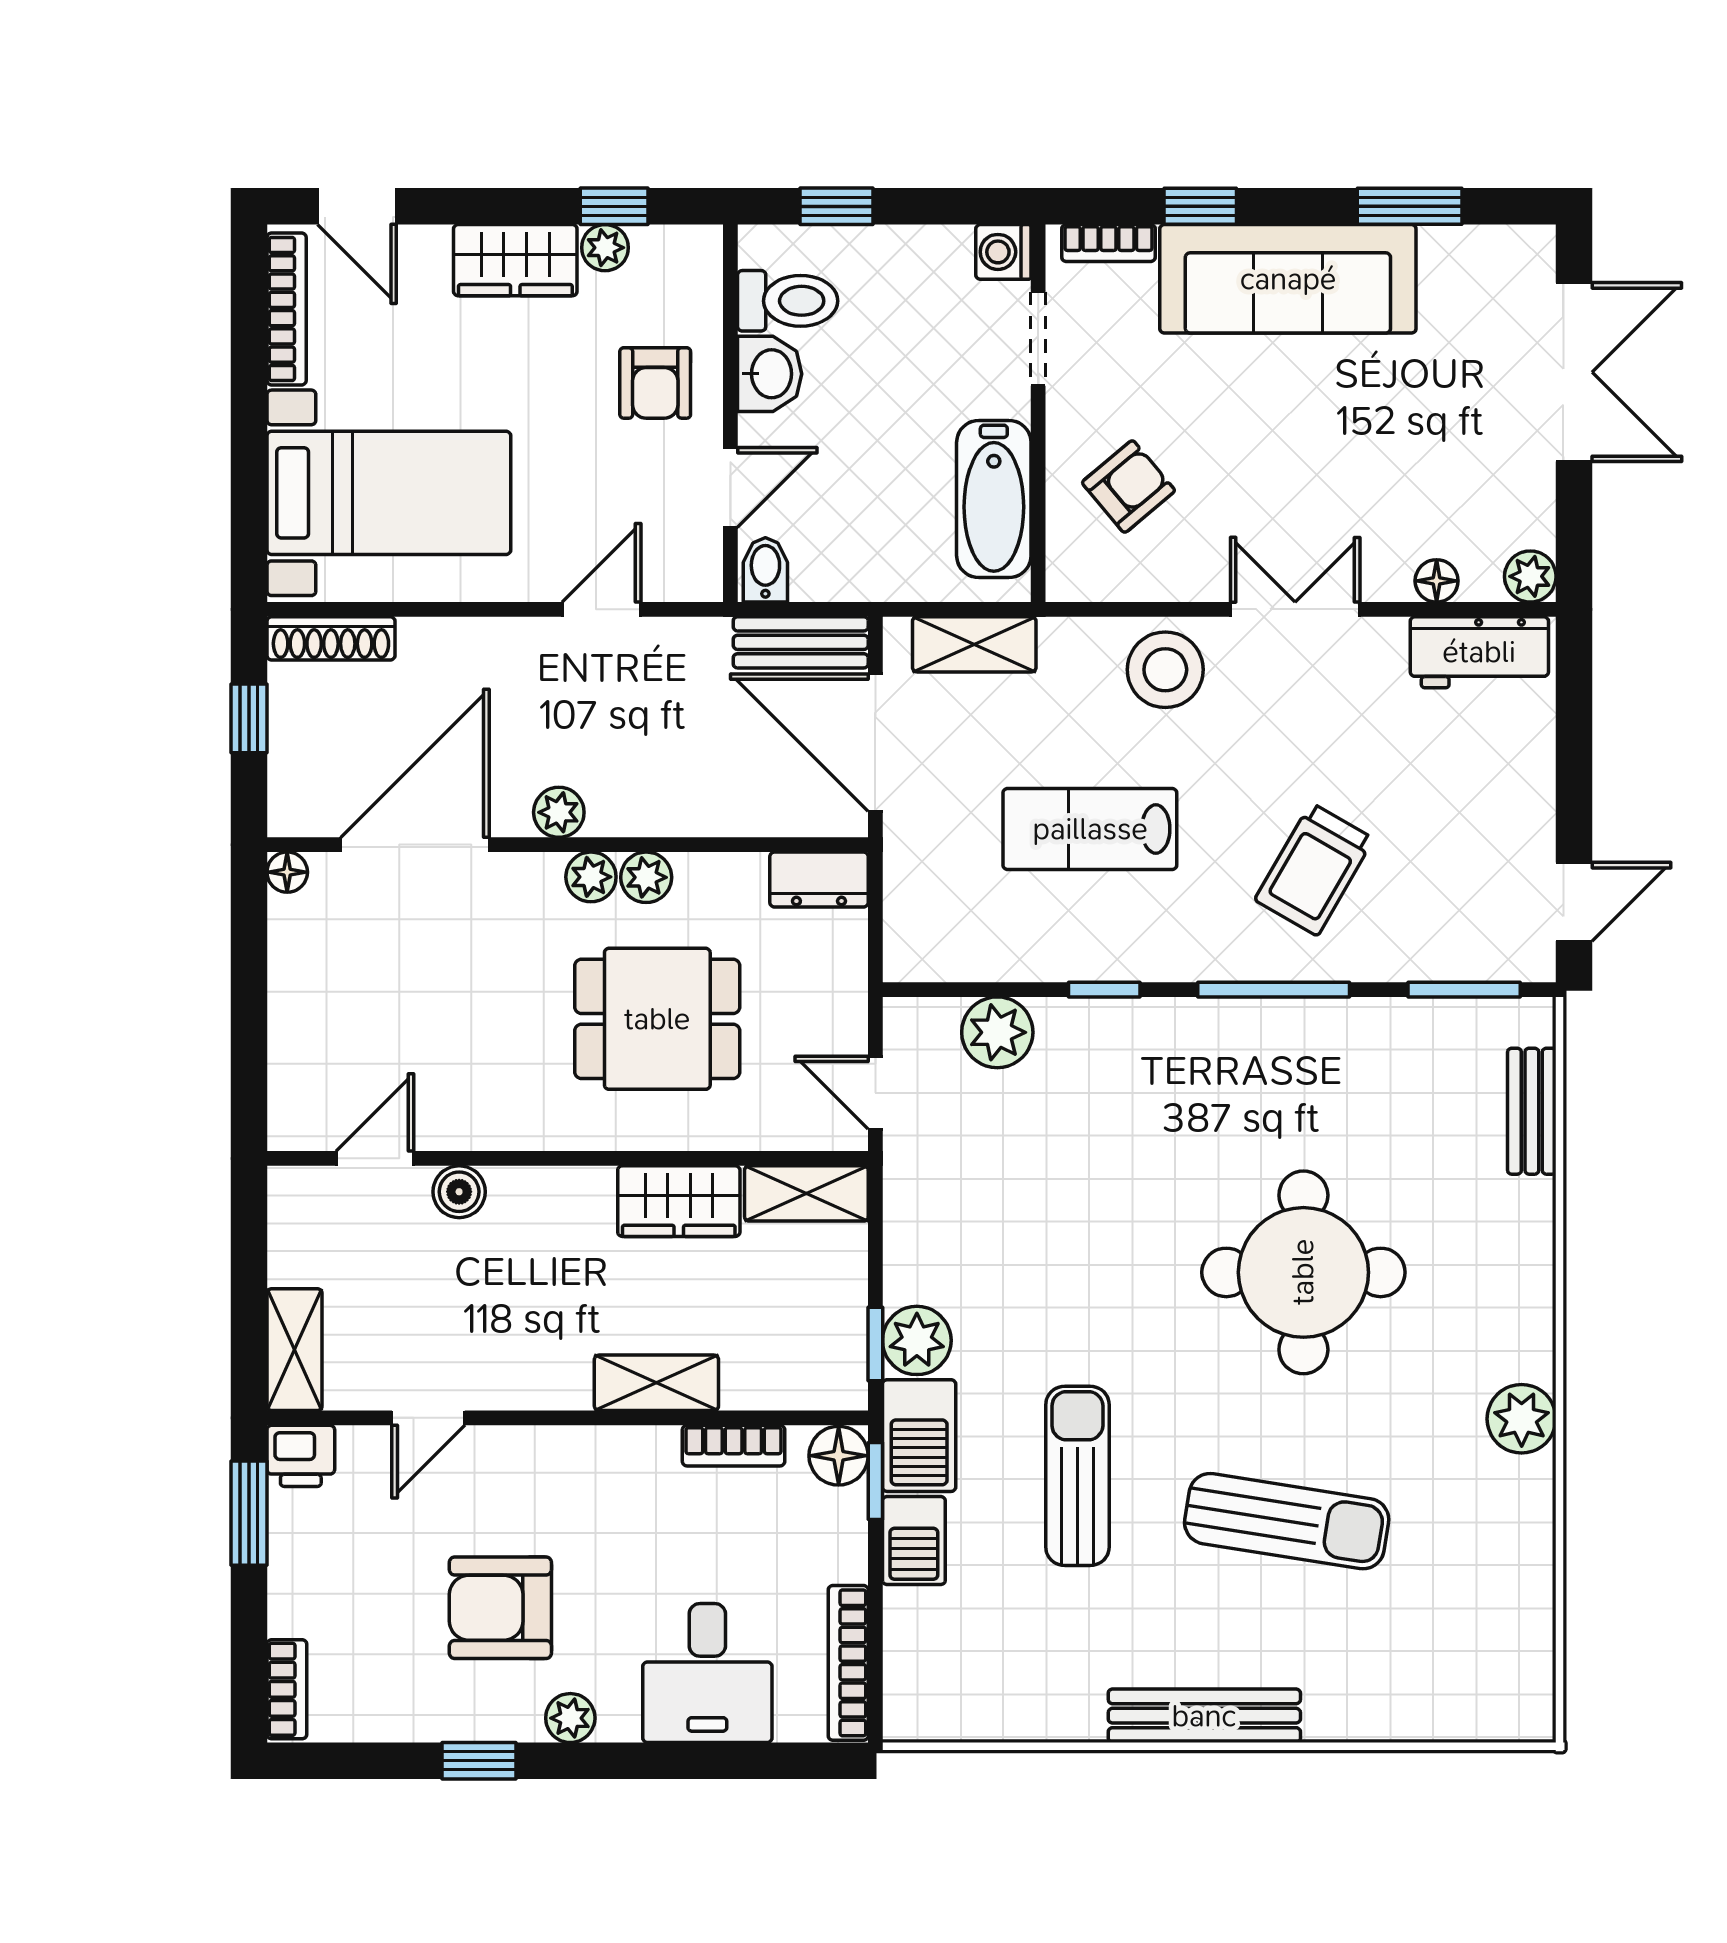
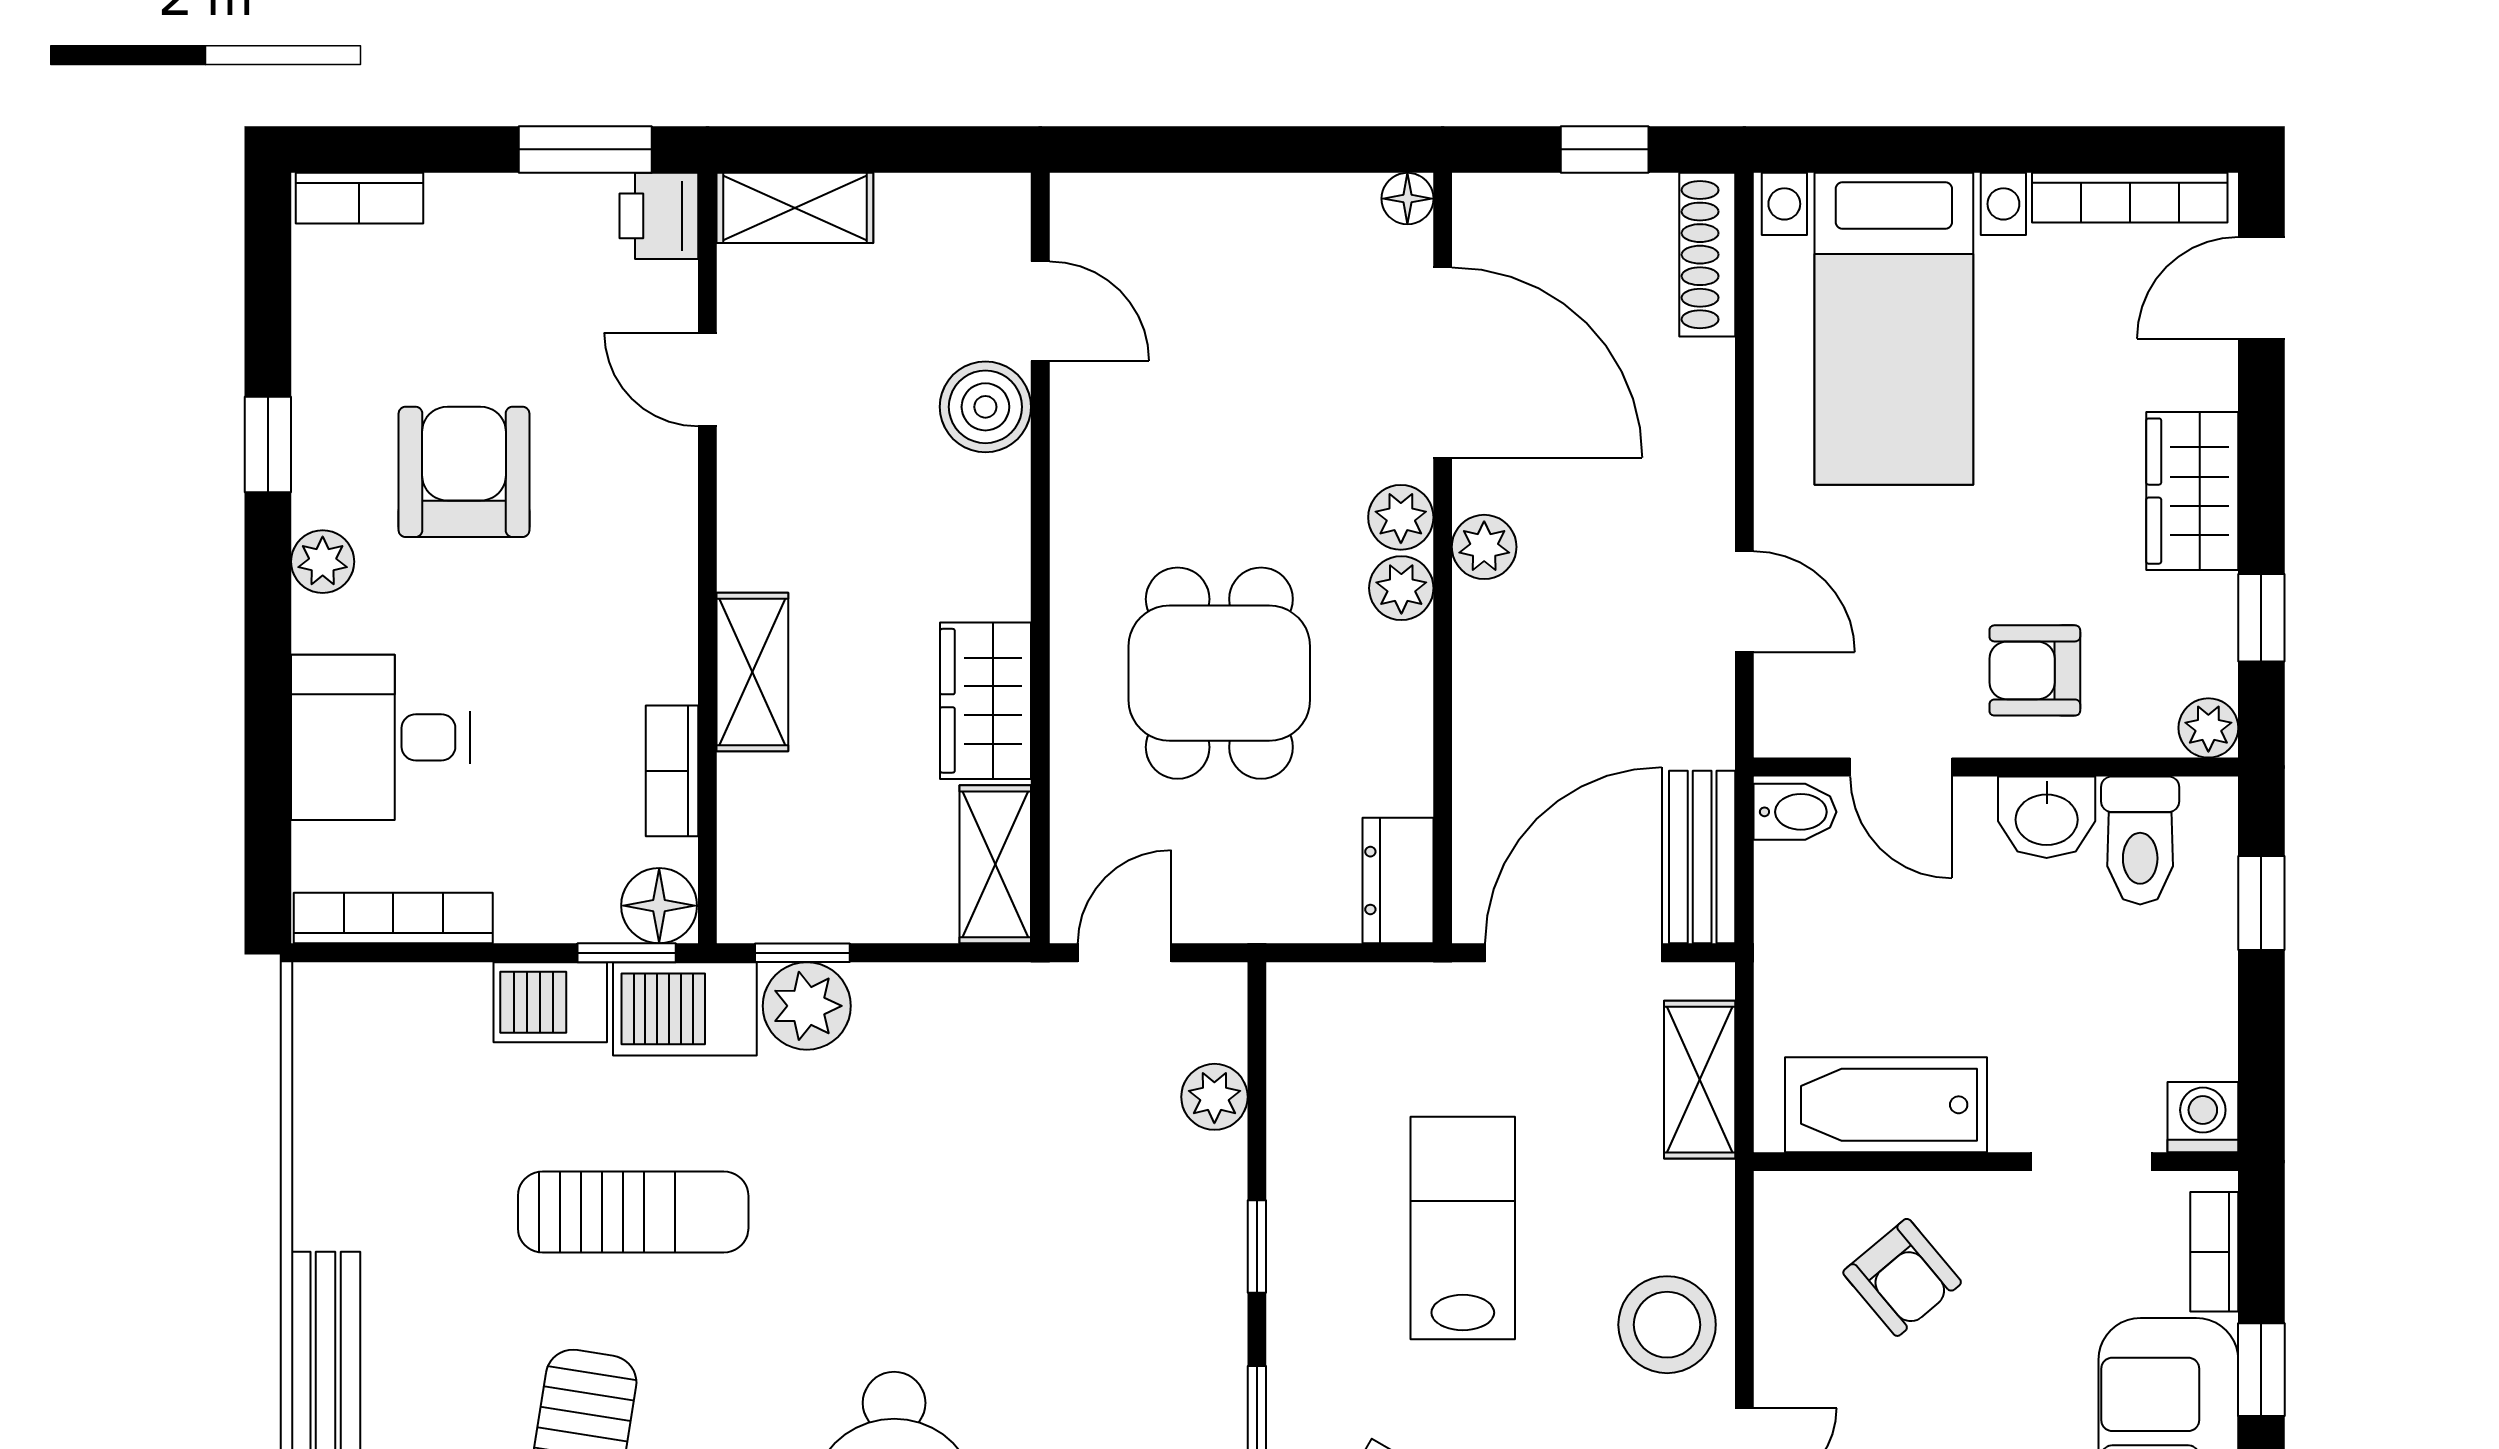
plant: (605, 248) -> (2208, 728), moved
plant: (646, 877) -> (1401, 517), moved
plant: (997, 1032) -> (1214, 1097), width x0.73, depth x0.73
boiler: (459, 1192) -> (985, 407), width x1.36, depth x1.36

